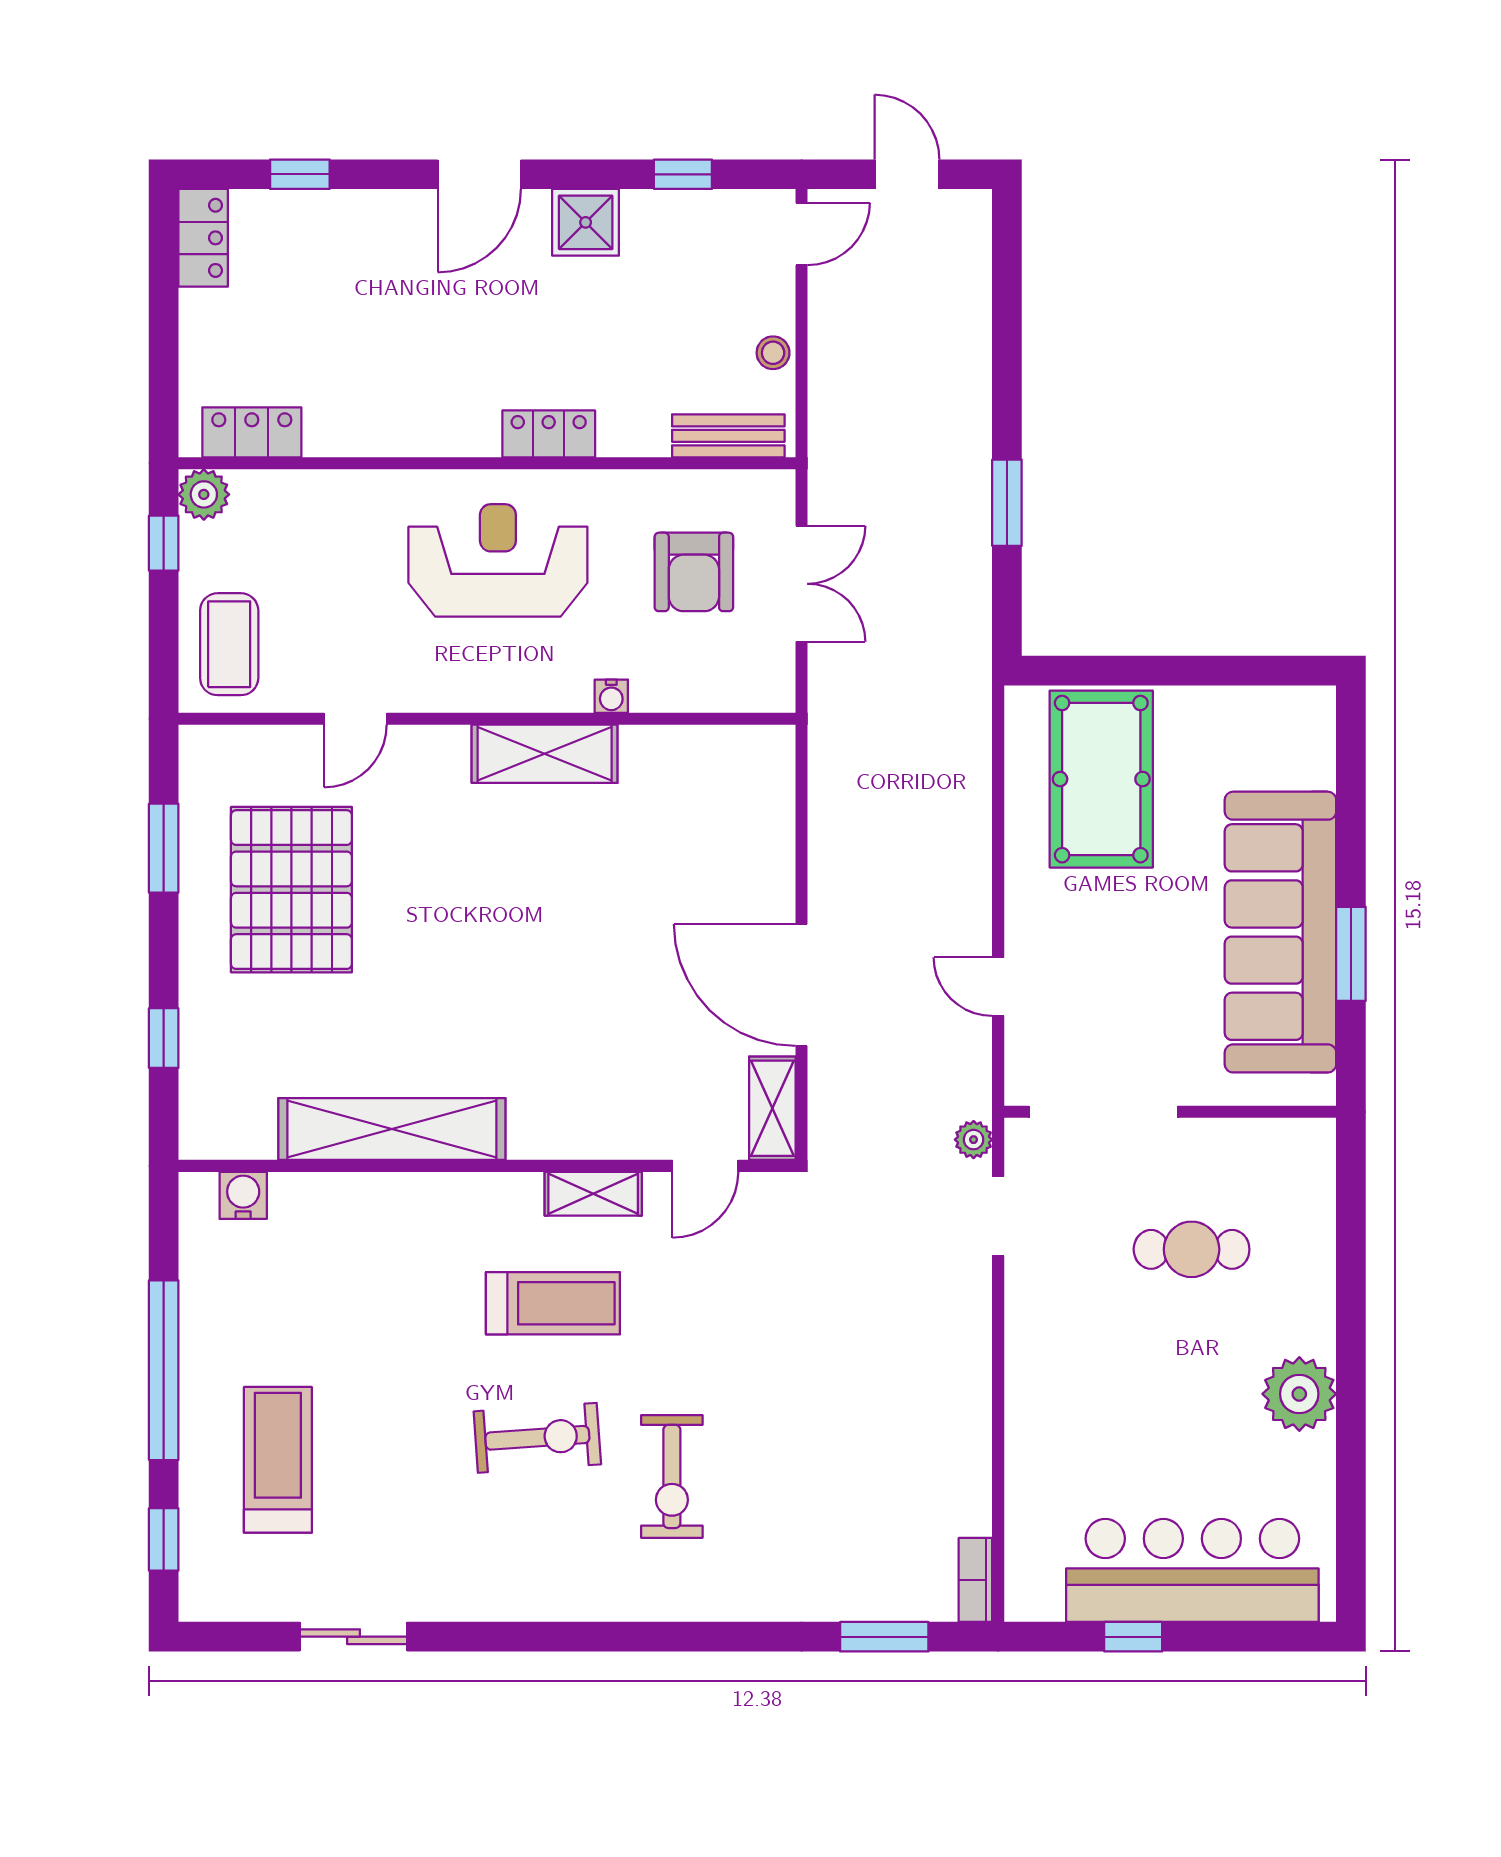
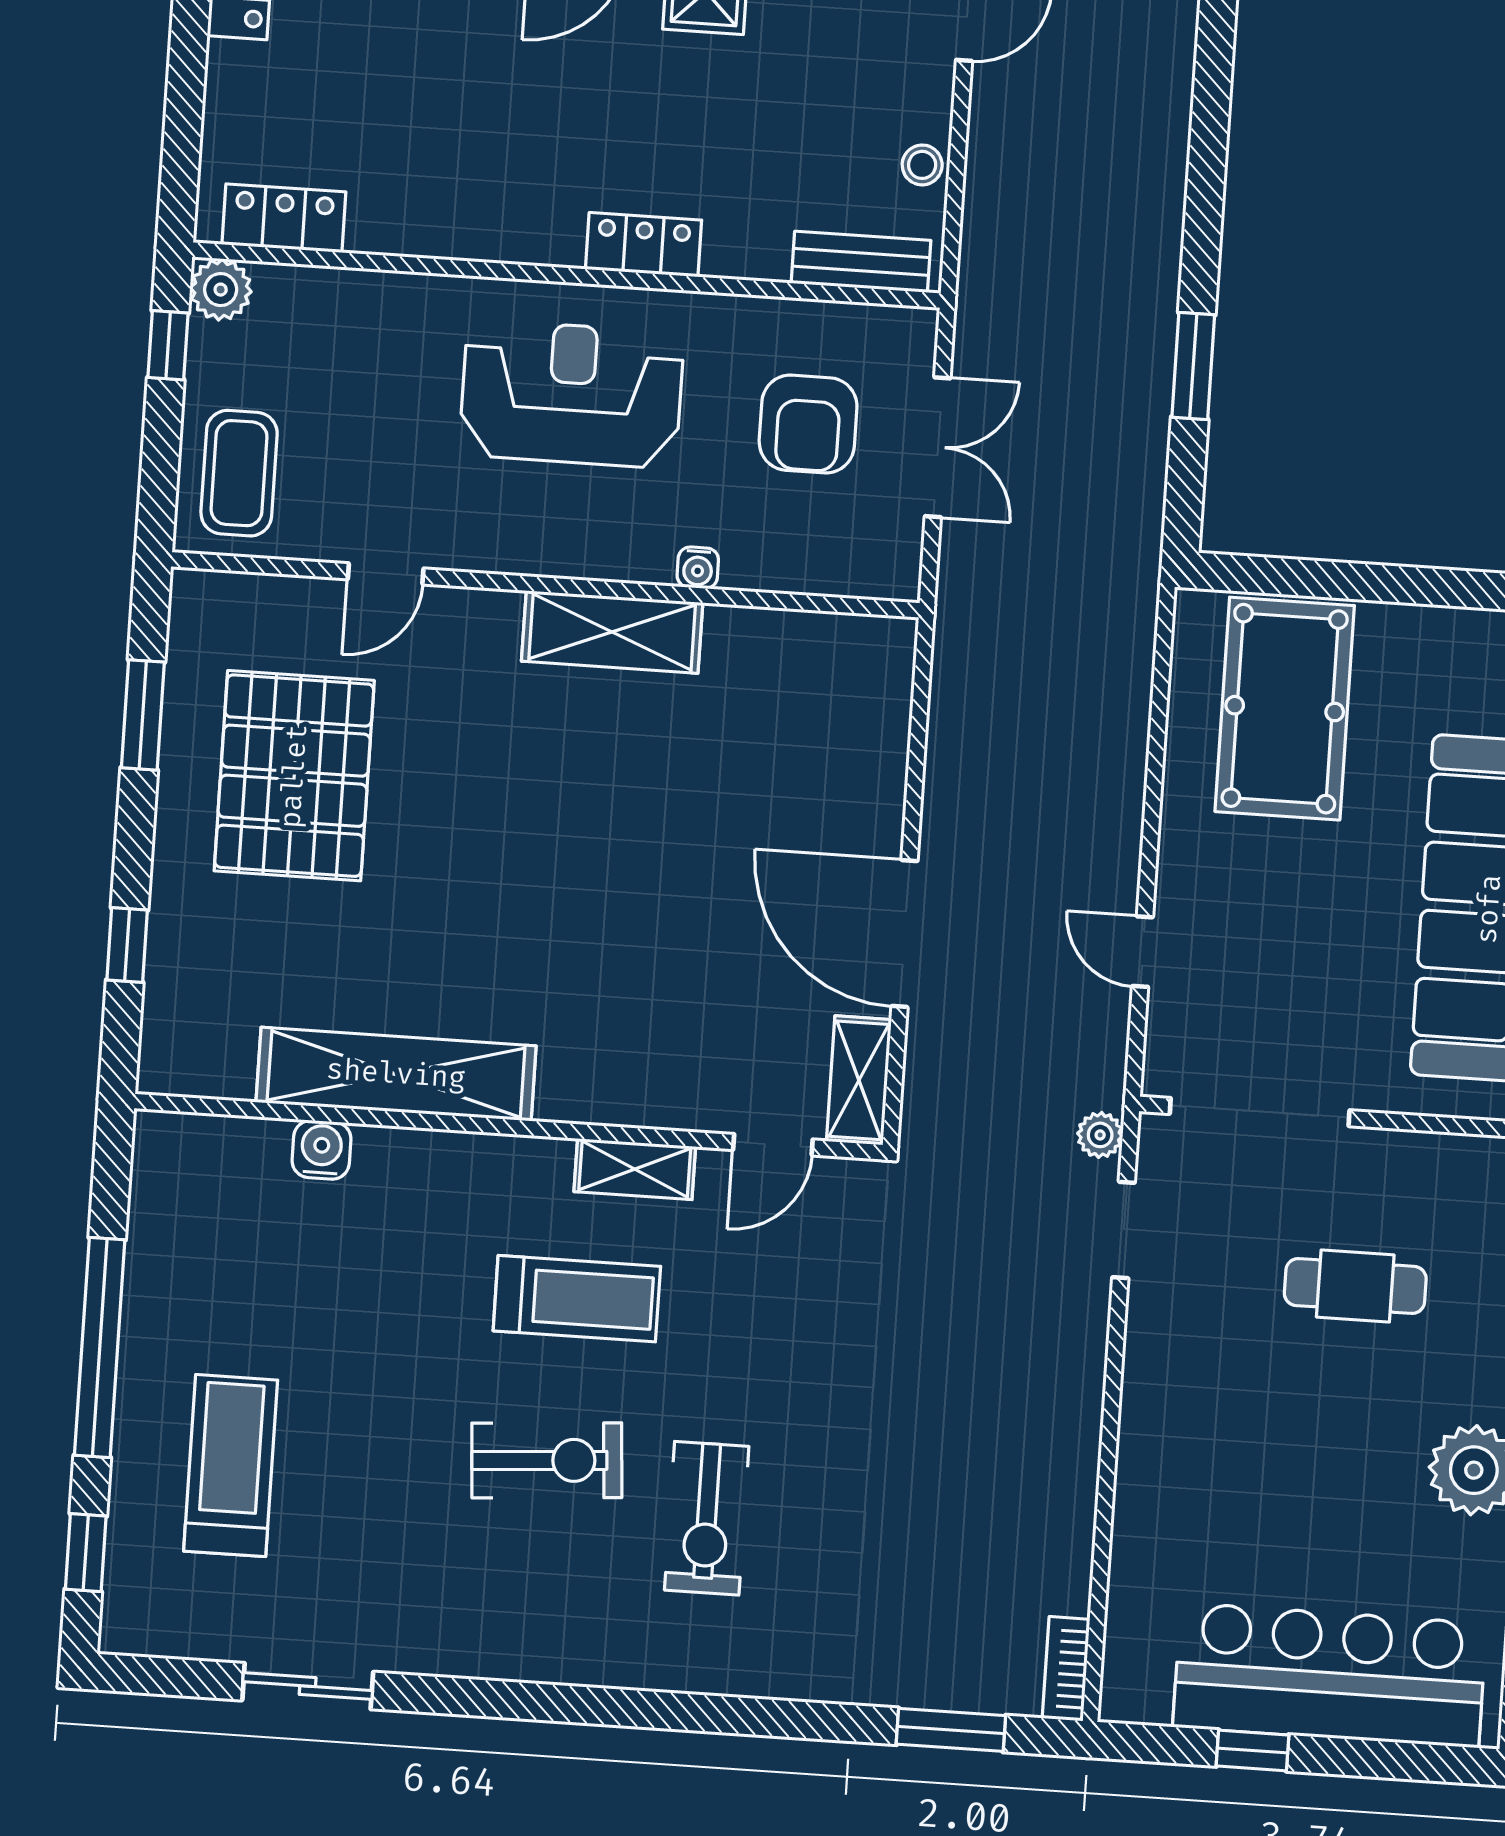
water cooler: (243, 1195) -> (321, 1150), moved

